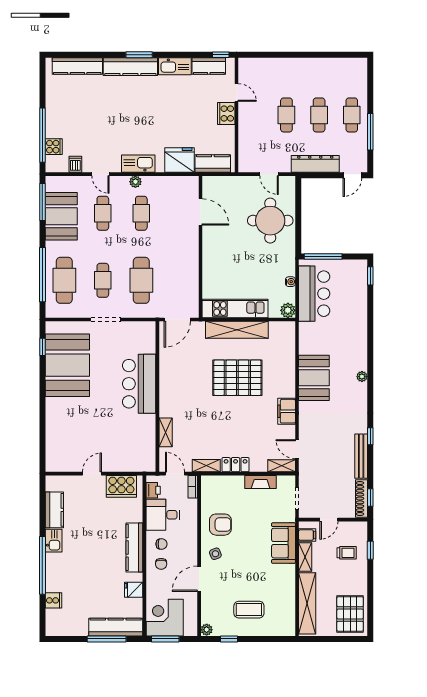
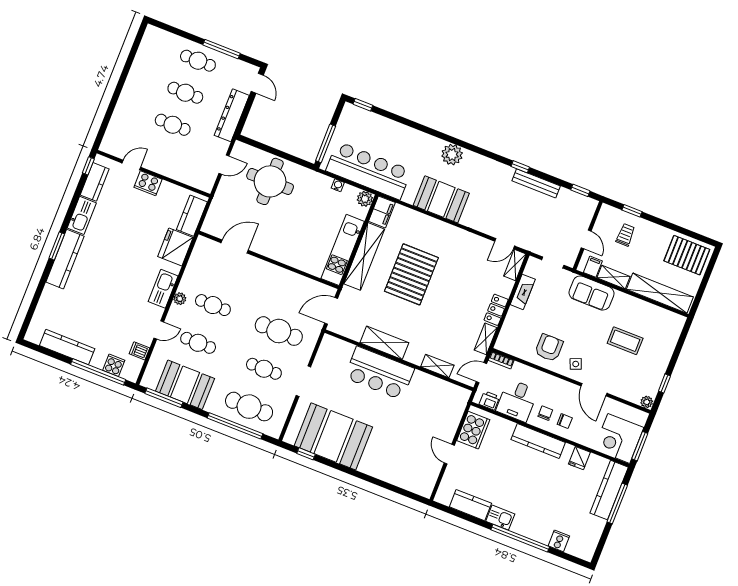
kitchen counter: (77, 66) -> (67, 347), moved, turned -90
bar counter: (314, 294) -> (369, 170), width x1.36
door: (177, 319) -> (331, 311), swing flipped
plant: (362, 377) -> (452, 155), width x1.87, depth x1.87
shelving: (168, 378) -> (384, 343), added
filing cabinet: (287, 411) -> (382, 212), moved, turned -90
shoe rack: (361, 498) -> (578, 199), removed
coffee table: (249, 610) -> (625, 341), moved, turned 90

